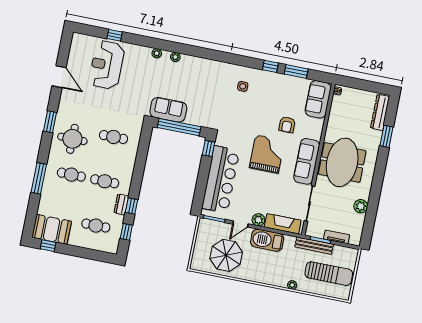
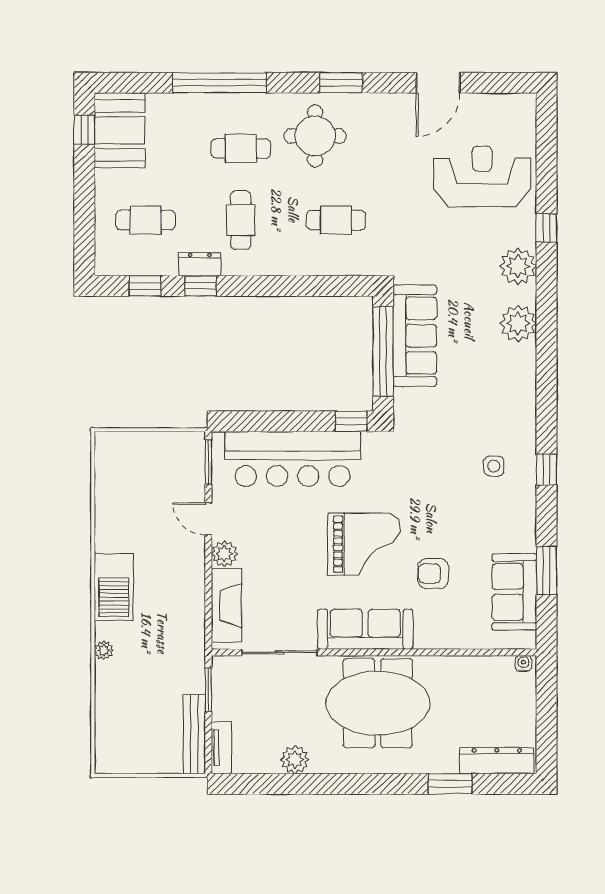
window: (115, 35) -> (546, 228), moved
plant: (157, 53) -> (518, 266), width x1.88, depth x1.88
plant: (175, 57) -> (518, 323), width x1.88, depth x1.88
window: (270, 66) -> (546, 470), moved
sofa: (318, 99) -> (514, 592), moved, turned -90
sofa: (168, 110) -> (415, 336), width x1.36
cafe table: (113, 137) -> (336, 220), turned 90
cafe table: (71, 175) -> (241, 149), turned 90
window: (39, 178) -> (219, 83), width x1.46
cafe table: (96, 226) -> (146, 220), turned 90
tv unit: (337, 237) -> (221, 748), moved
barbecue: (267, 240) -> (114, 587), moved, turned 180
bench: (314, 246) -> (194, 734), moved
parasol: (226, 255) -> (138, 502), removed
sun lounger: (329, 274) -> (142, 721), removed

